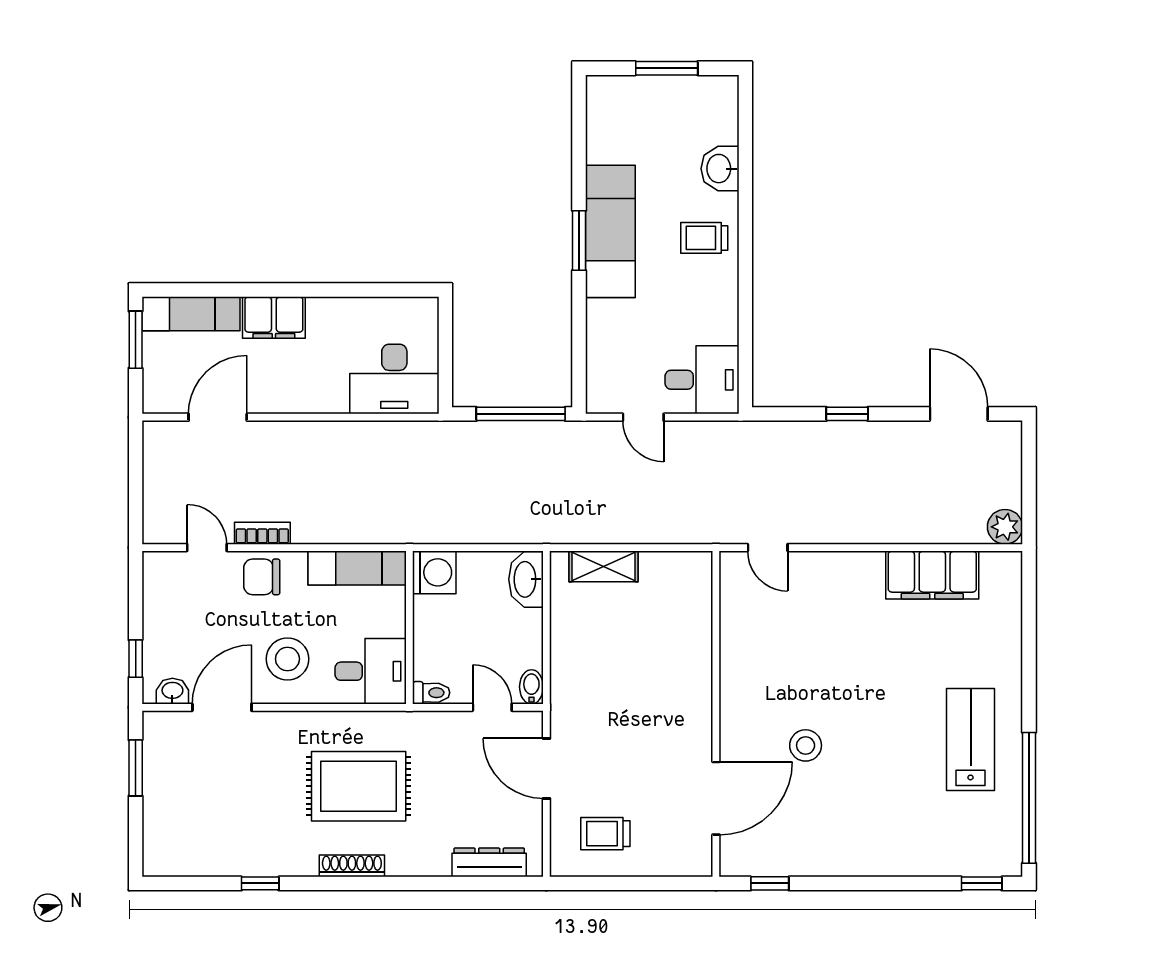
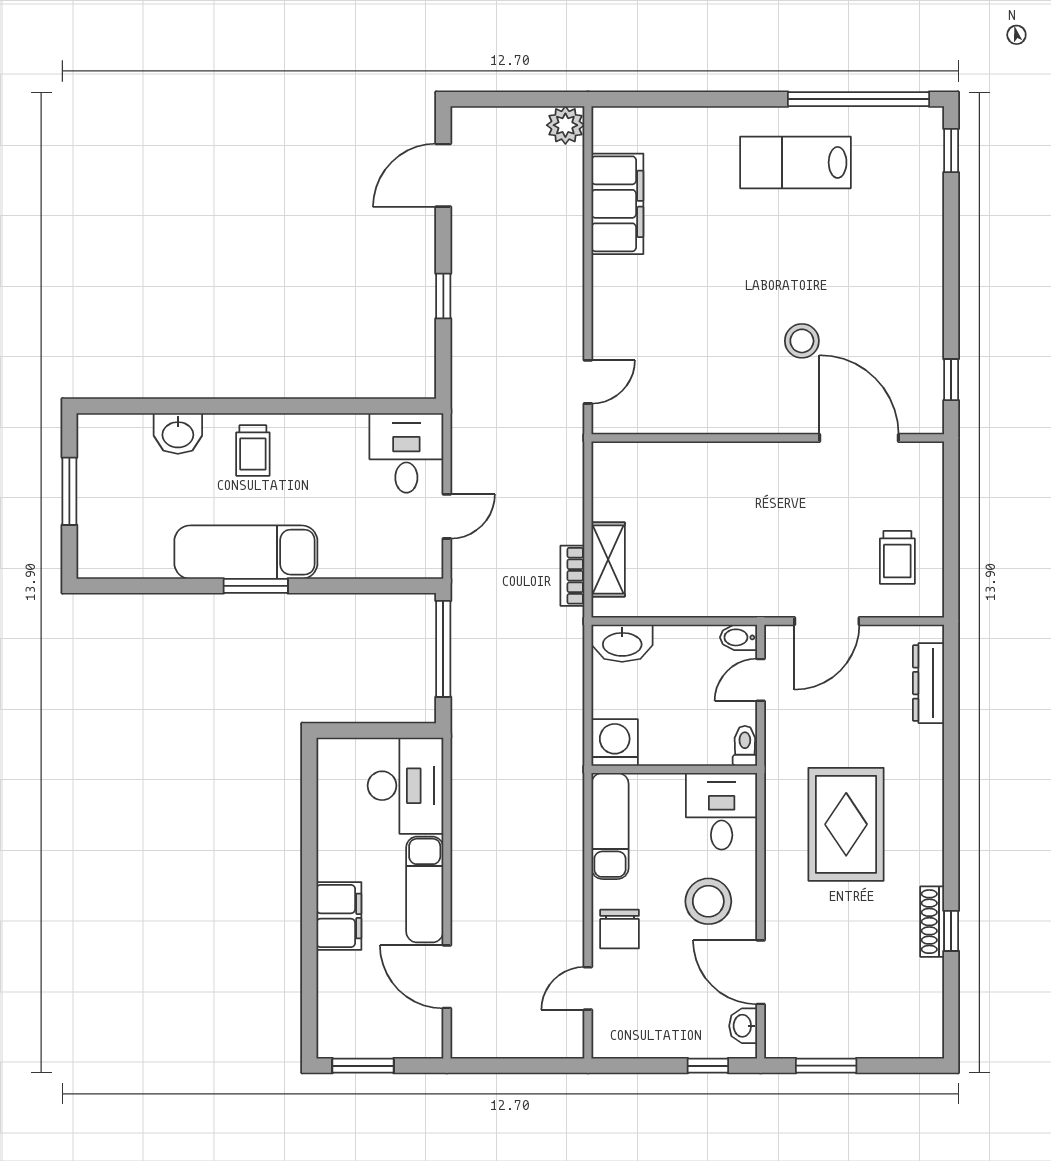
exam couch: (191, 314) -> (425, 890), moved, turned 180
bookcase: (262, 533) -> (572, 576), moved
shoe rack: (352, 866) -> (932, 922), moved

